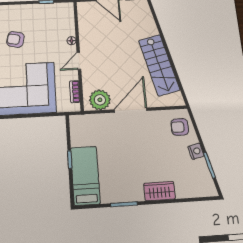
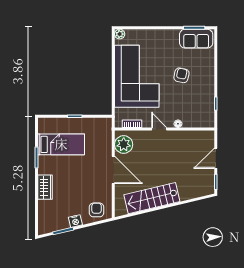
bed: (85, 176) -> (61, 144), moved

